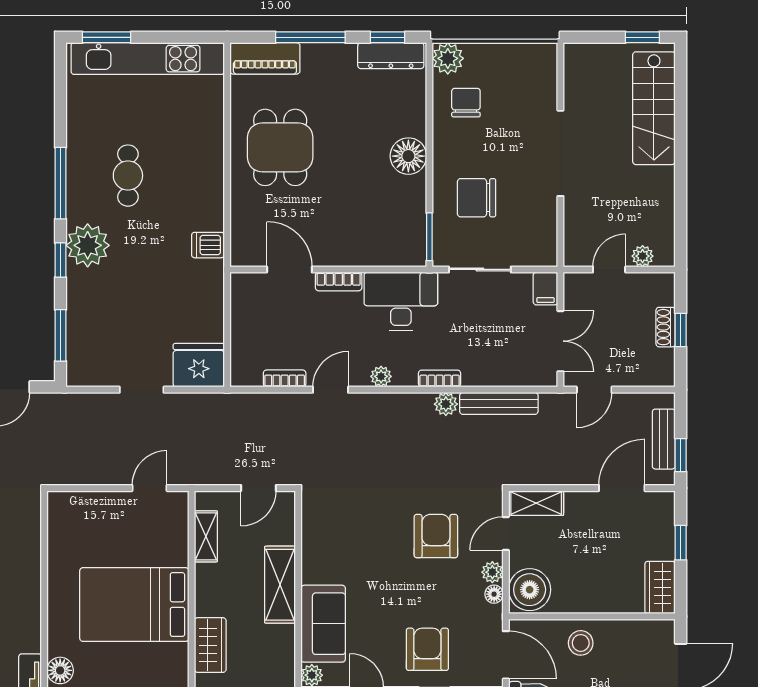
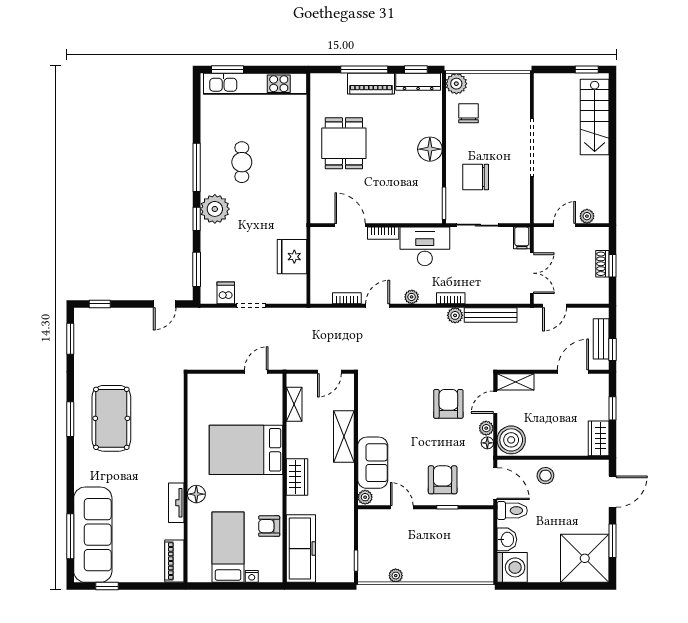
piano: (265, 58) -> (371, 84), moved
dishwasher: (208, 245) -> (226, 293), moved, turned 90
fridge: (199, 365) -> (292, 257), moved, turned -90

